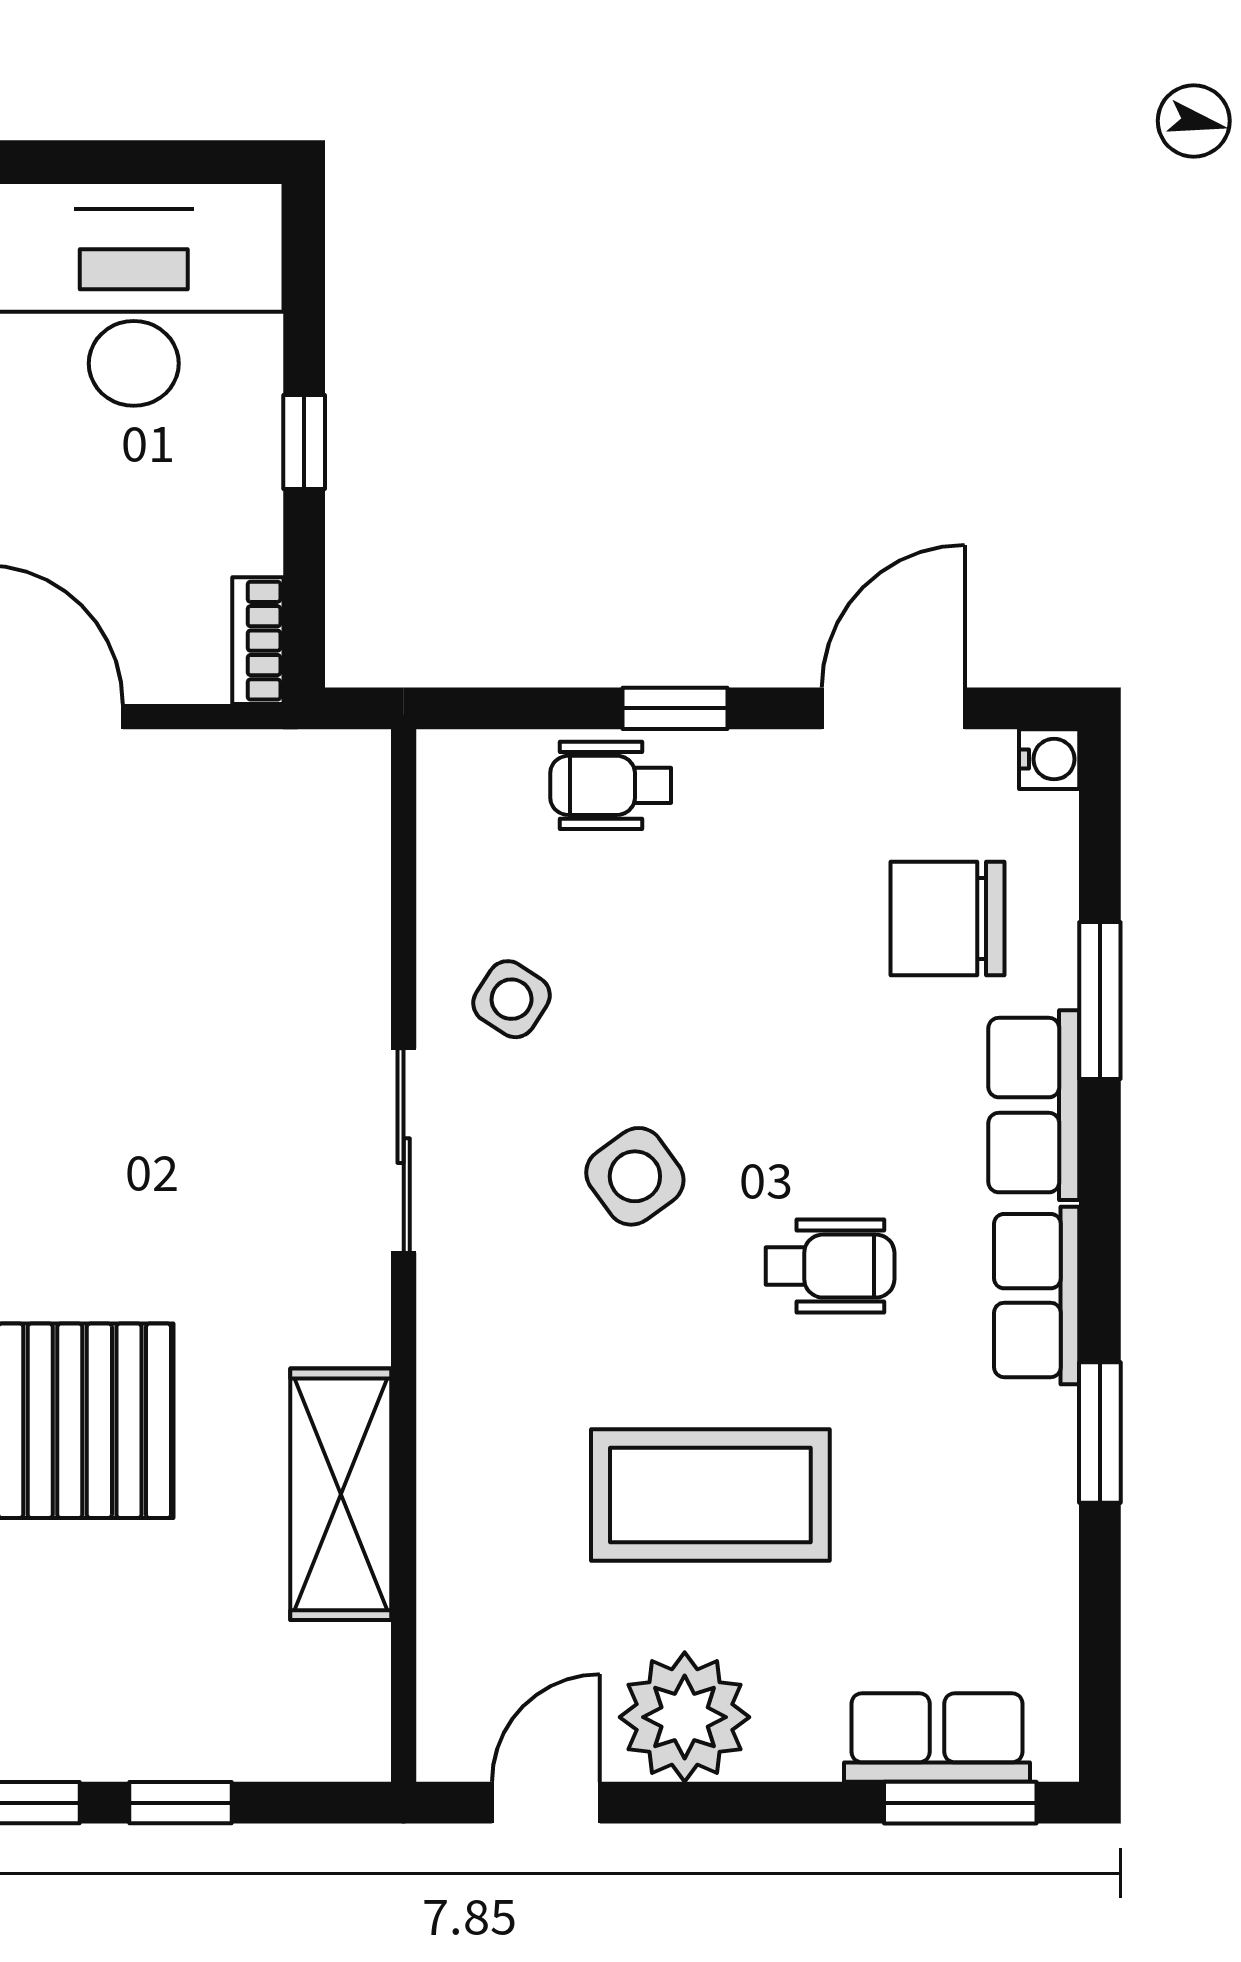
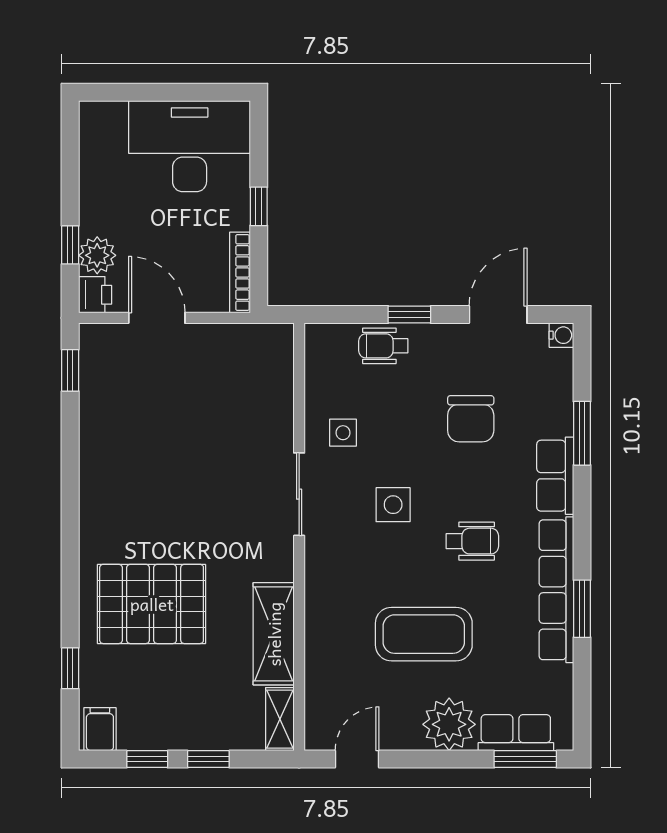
bookcase: (258, 641) -> (240, 272), width x1.56
chair: (948, 919) -> (471, 419), moved, turned -90
side table: (512, 999) -> (343, 433), turned -33
side table: (635, 1176) -> (393, 505), turned 36
row of seats: (1037, 1296) -> (556, 590), width x2.02
shelving: (356, 1704) -> (280, 719), added
plant: (685, 1717) -> (449, 724), moved

